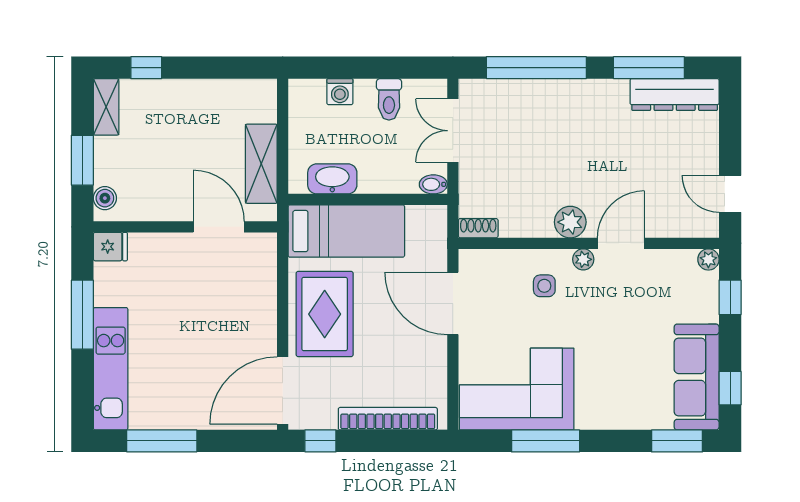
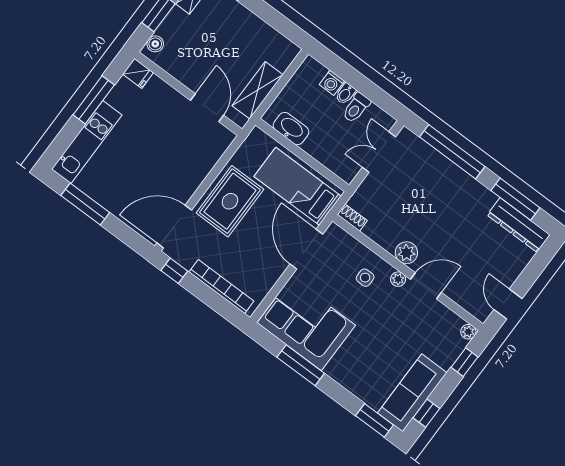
bidet: (433, 184) -> (345, 94), moved, turned -90
bed: (346, 231) -> (298, 186), moved, turned 180

